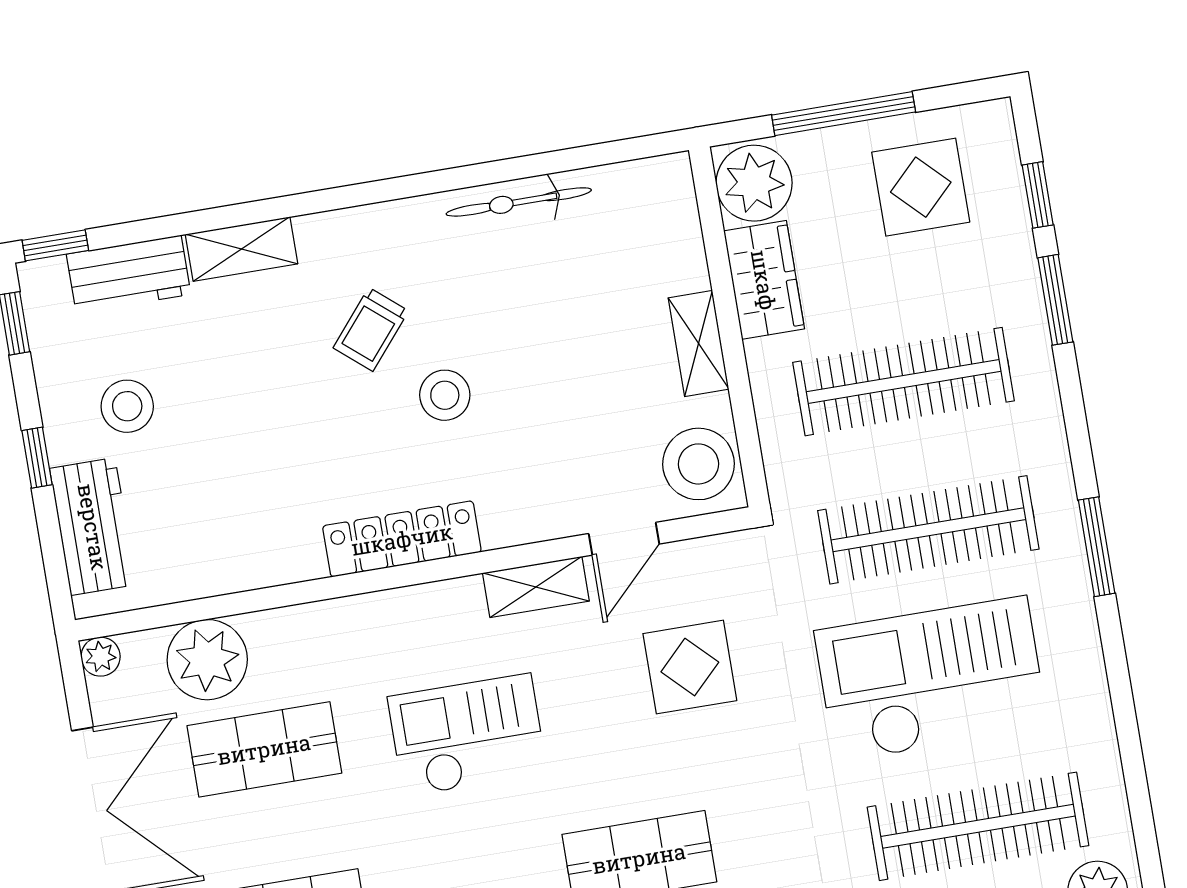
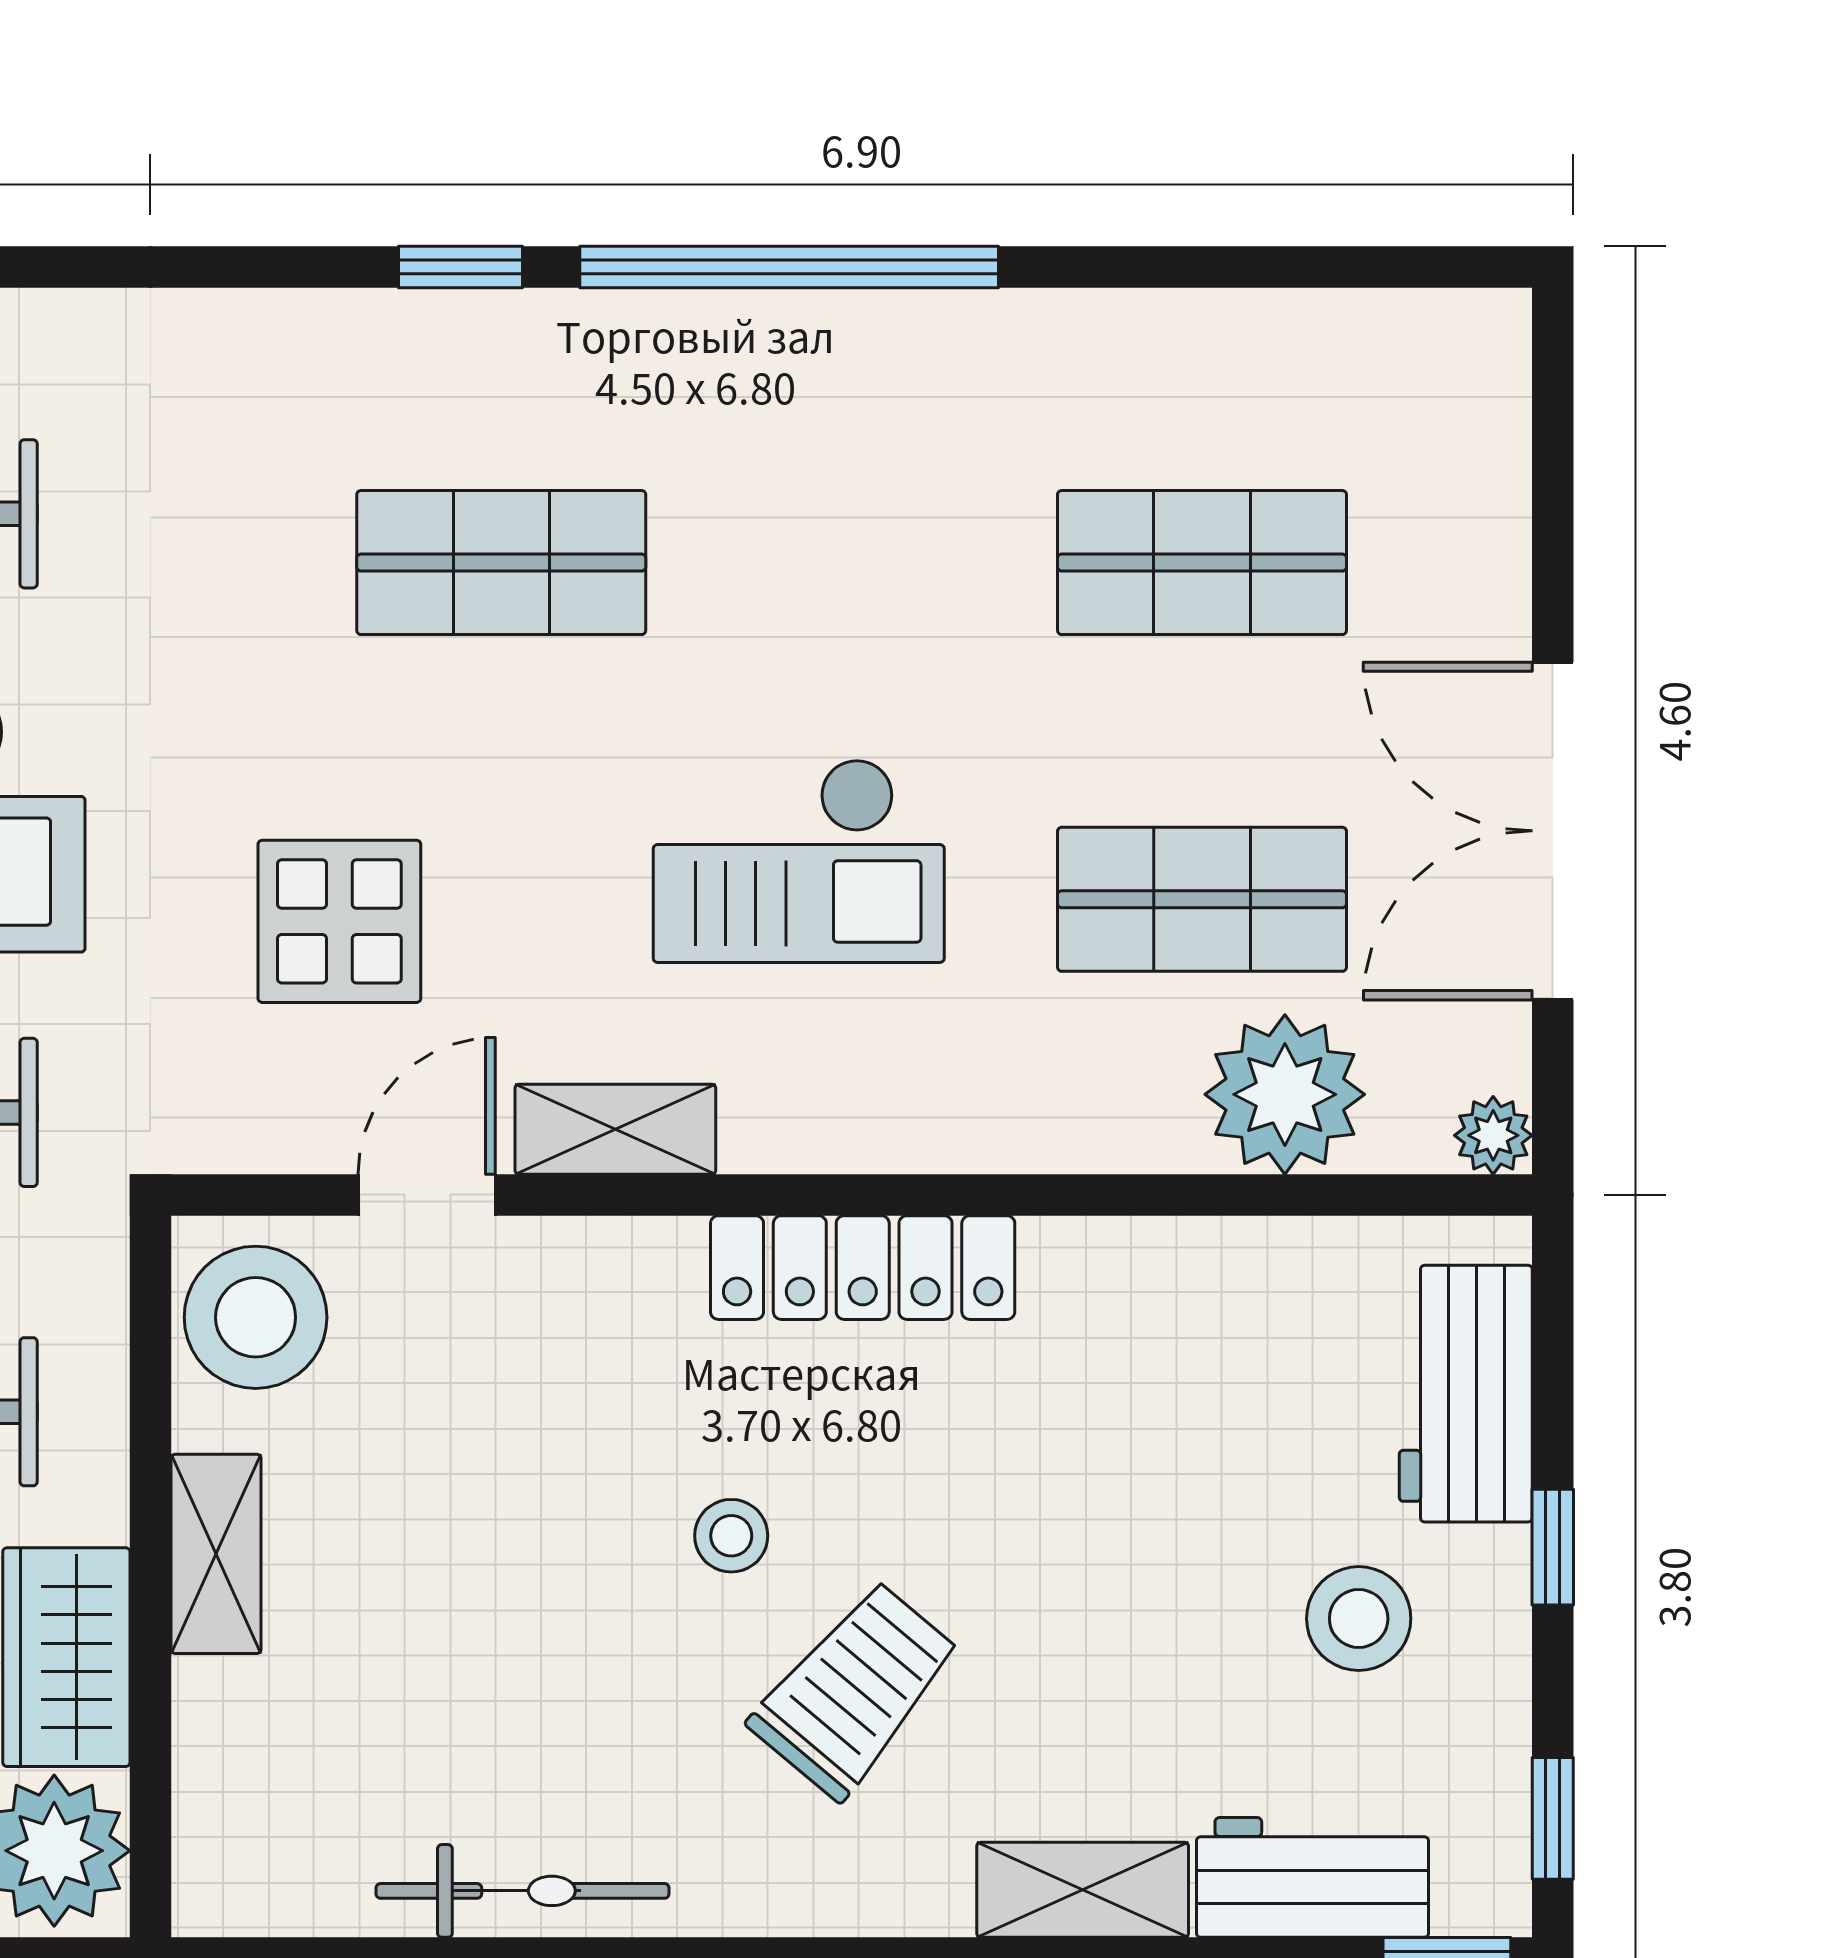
trolley: (371, 329) -> (855, 1689), width x1.36, depth x1.39
stool: (445, 395) -> (731, 1536), width x0.73, depth x0.73

